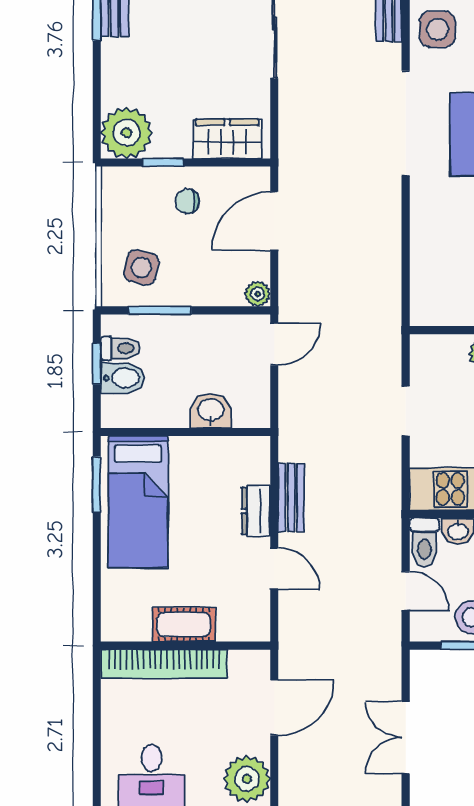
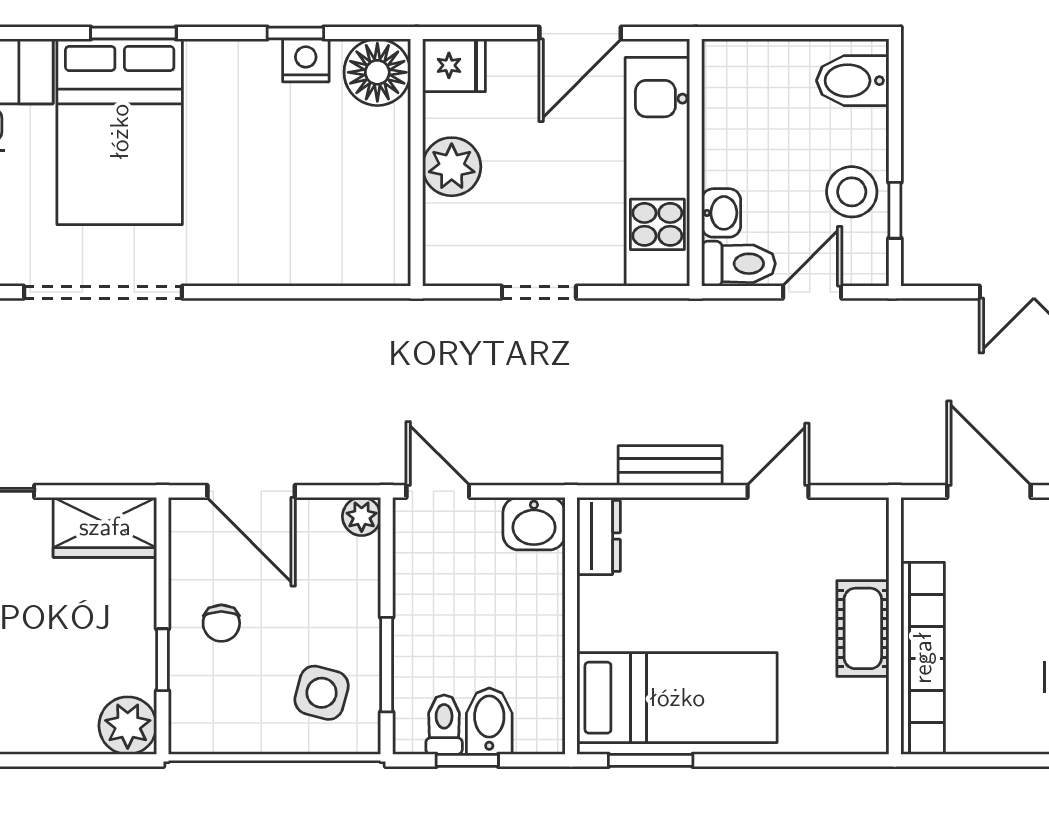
plant: (127, 133) -> (128, 726), width x0.73, depth x0.73
wardrobe: (227, 139) -> (105, 527), moved, turned -90
washbasin: (211, 411) -> (534, 524), moved, turned -90
dresser: (256, 511) -> (599, 536), moved, turned -90

